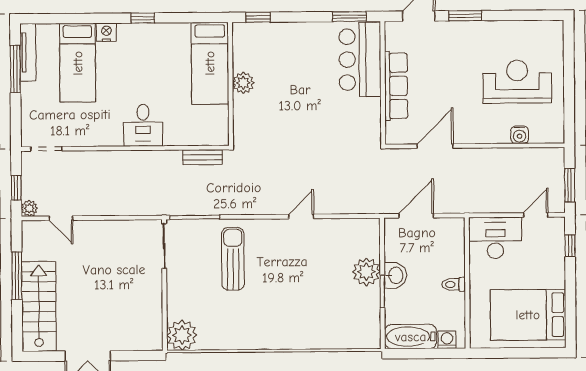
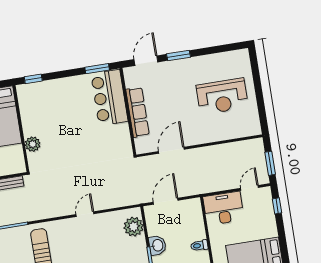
reception desk: (517, 82) -> (222, 96), turned 180
plant: (243, 83) -> (33, 144), moved
water cooler: (520, 135) -> (230, 133), removed
plant: (366, 272) -> (134, 227), moved

